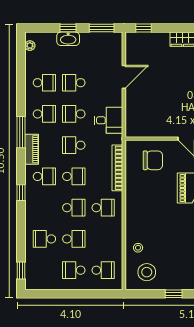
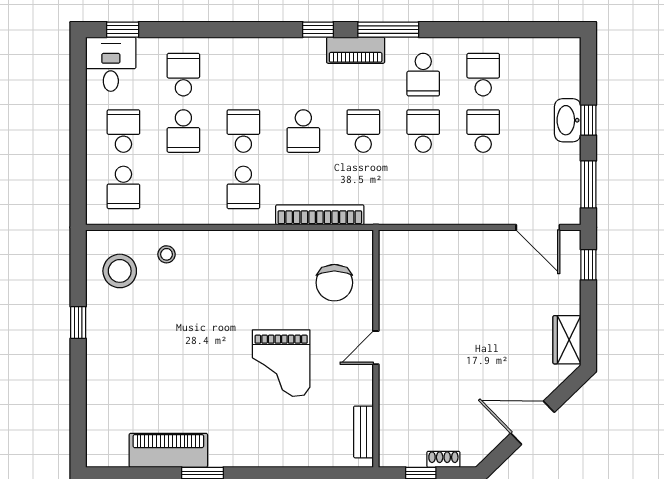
plant: (30, 46) -> (555, 47), removed
door: (124, 77) -> (538, 227), moved
school desk: (44, 83) -> (483, 75), turned 180
desk: (109, 120) -> (111, 64), moved, turned 180
school desk: (44, 176) -> (303, 75), removed
window: (21, 193) -> (318, 30), moved
school desk: (74, 208) -> (243, 131), turned 180

